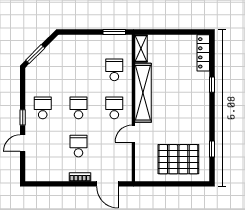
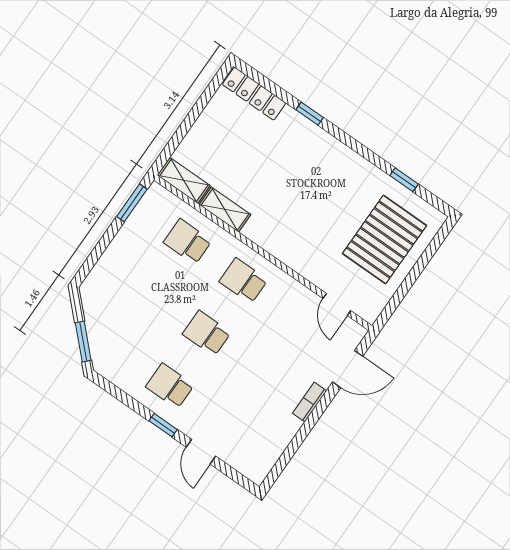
shelving: (143, 93) -> (225, 210), width x0.45, depth x0.75
door: (133, 134) -> (337, 304), moved
school desk: (79, 146) -> (263, 373), removed

